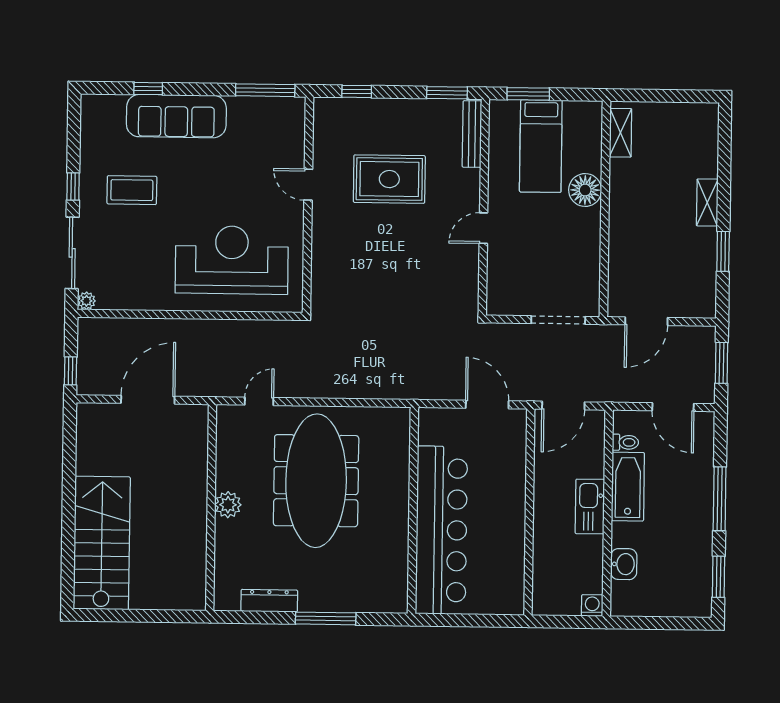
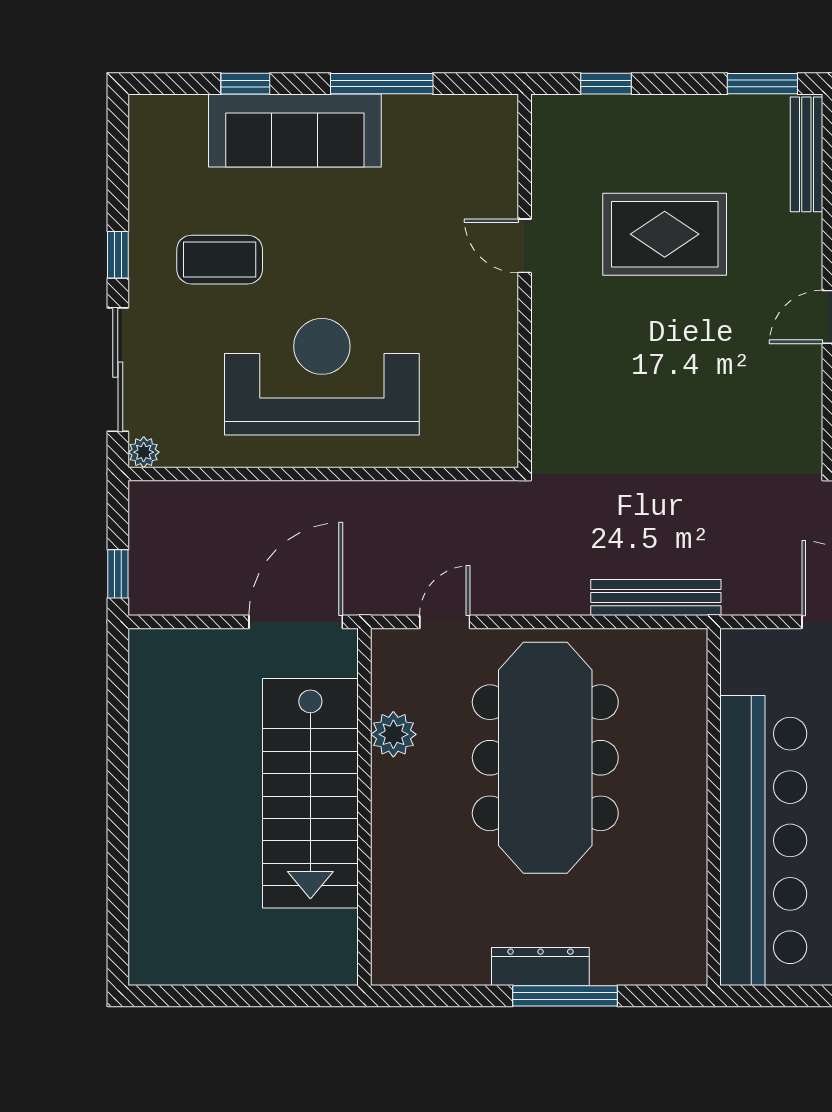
window: (265, 90) -> (382, 84), moved
reception desk: (232, 260) -> (322, 377), moved
bench: (381, 389) -> (656, 598), added
door: (148, 400) -> (296, 622), moved
plant: (228, 505) -> (393, 734), moved
stairs: (102, 543) -> (310, 793), moved, turned 180
dresser: (269, 601) -> (540, 967), moved

